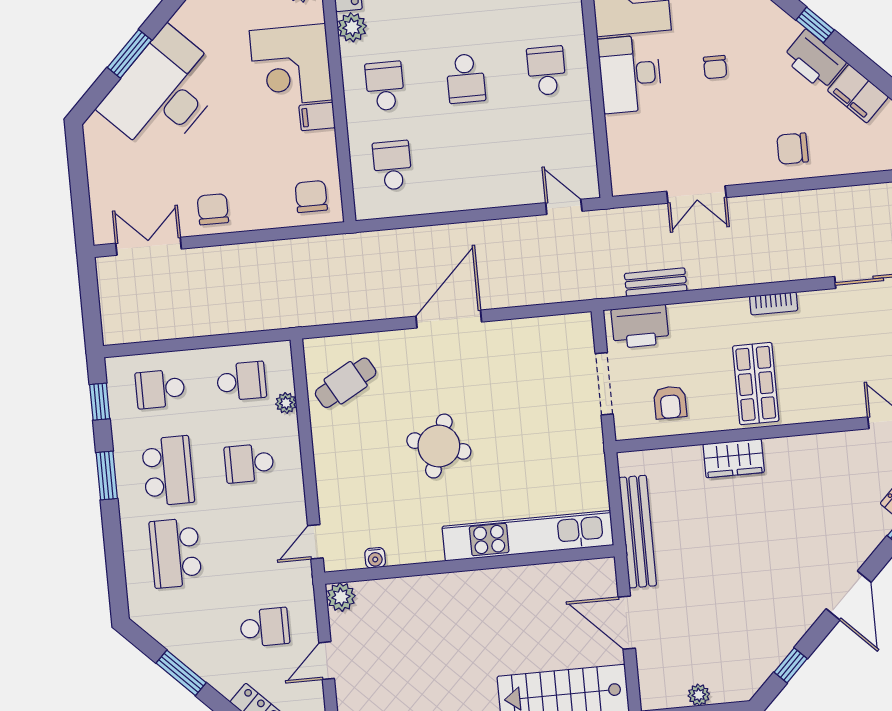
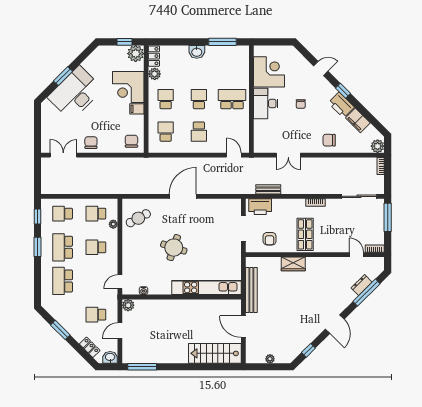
school desk: (546, 71) -> (232, 99), width x1.85
school desk: (466, 78) -> (199, 99), turned 180
school desk: (473, 158) -> (199, 132), added
school desk: (241, 381) -> (96, 214), turned 180
school desk: (168, 471) -> (63, 247), turned 180
school desk: (265, 627) -> (96, 315), turned 180

